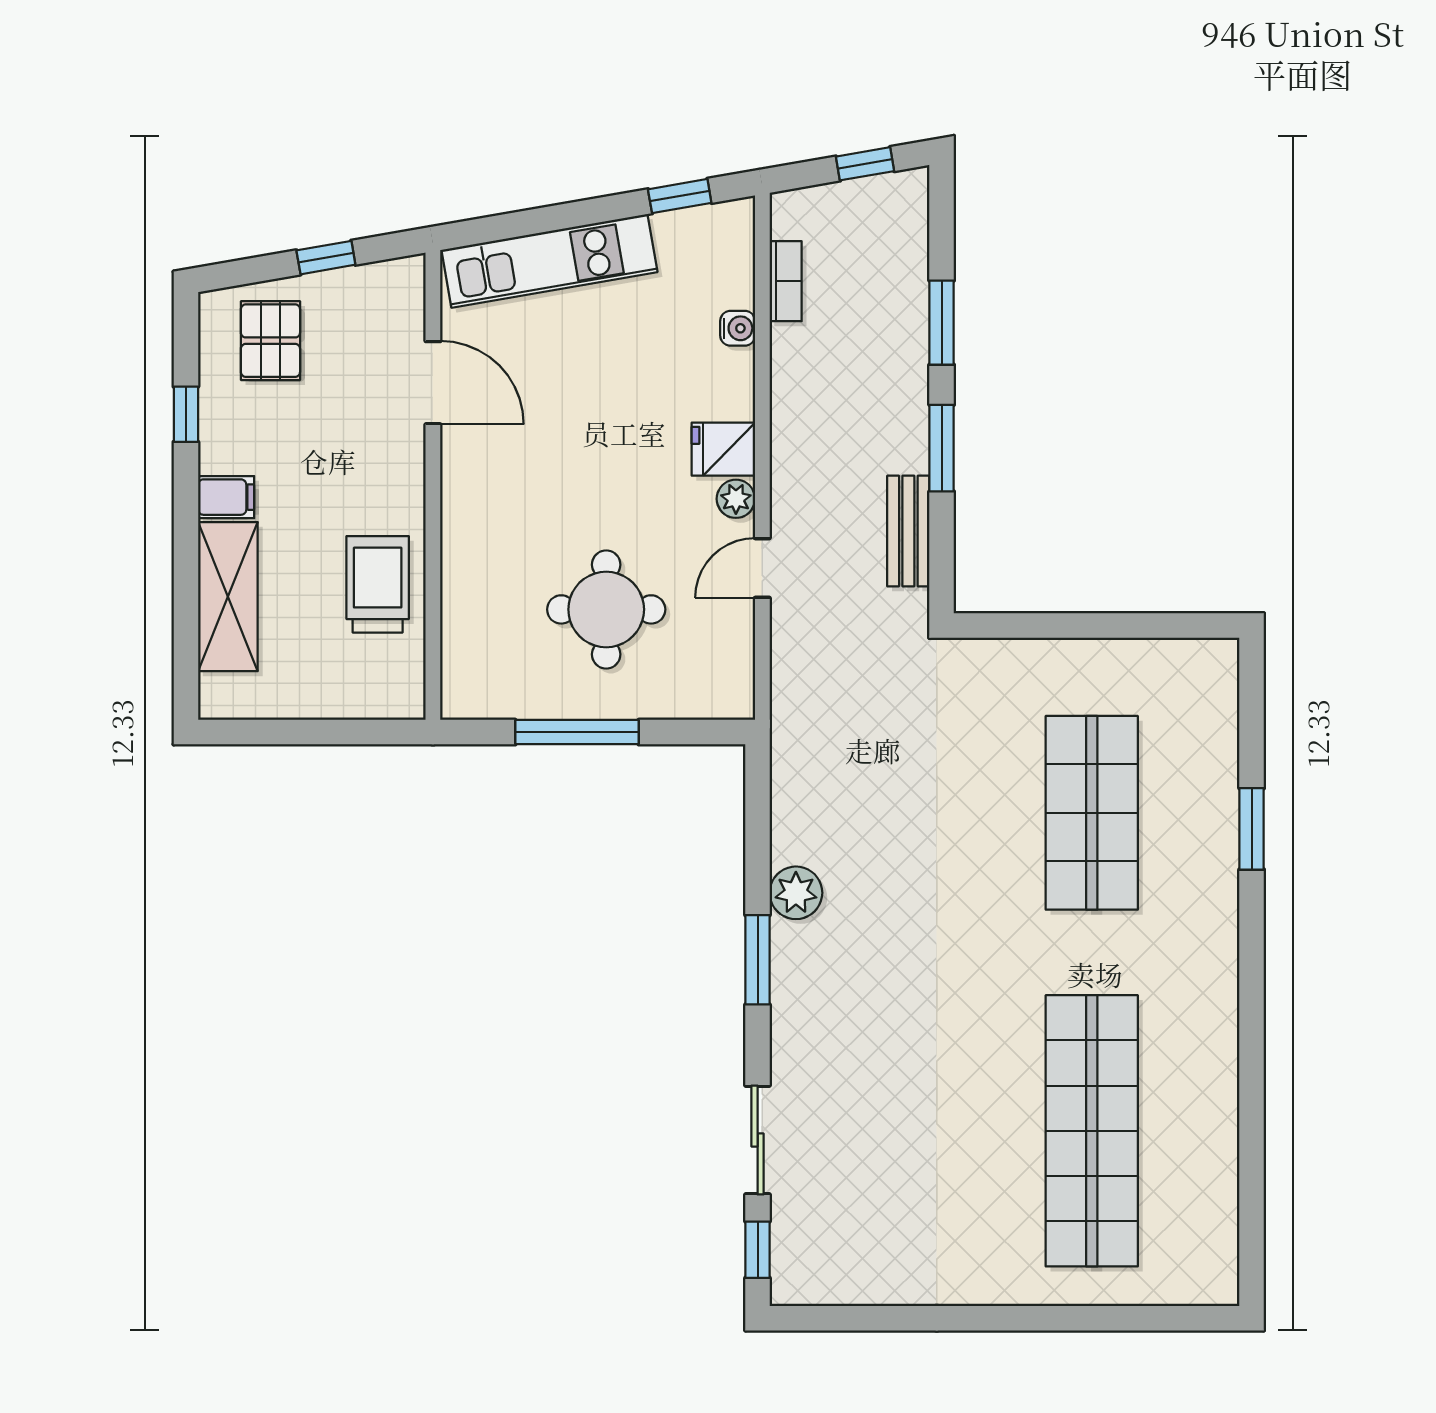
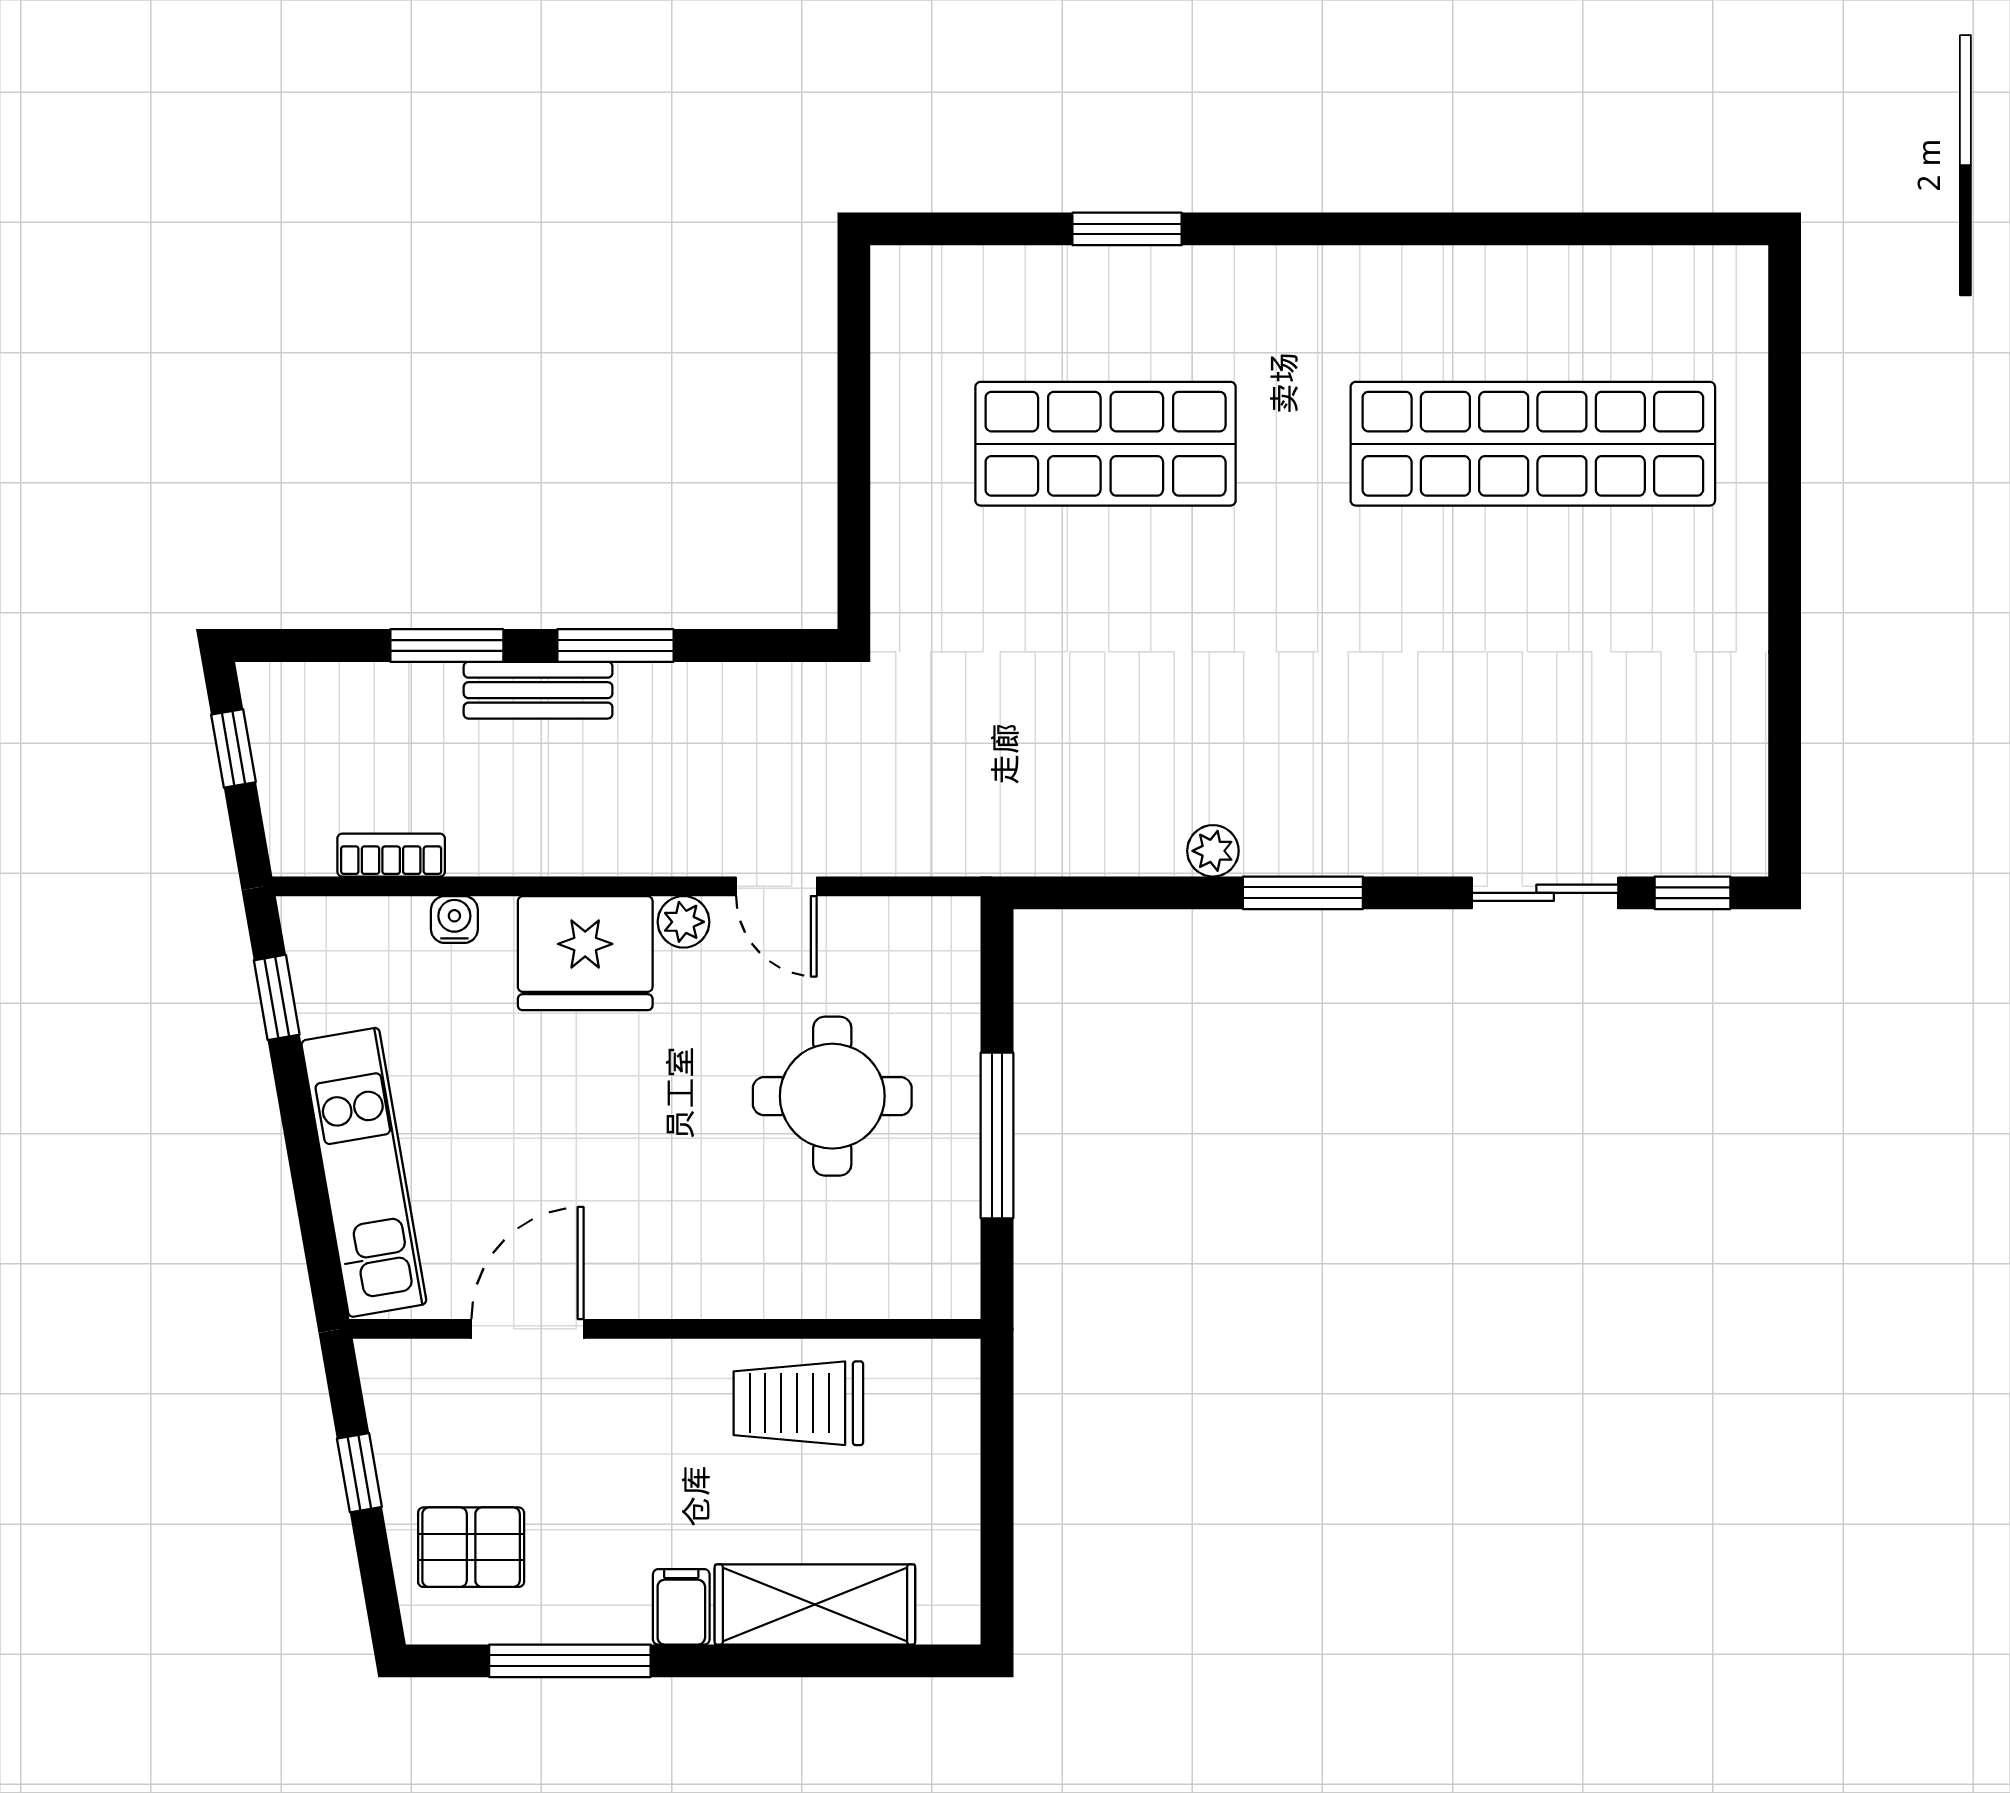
window: (186, 414) -> (570, 1661), width x2.17
fridge: (723, 449) -> (585, 953), width x1.88, depth x1.34
bench: (908, 531) -> (538, 690), moved
plant: (796, 893) -> (1213, 851), width x0.73, depth x0.73

